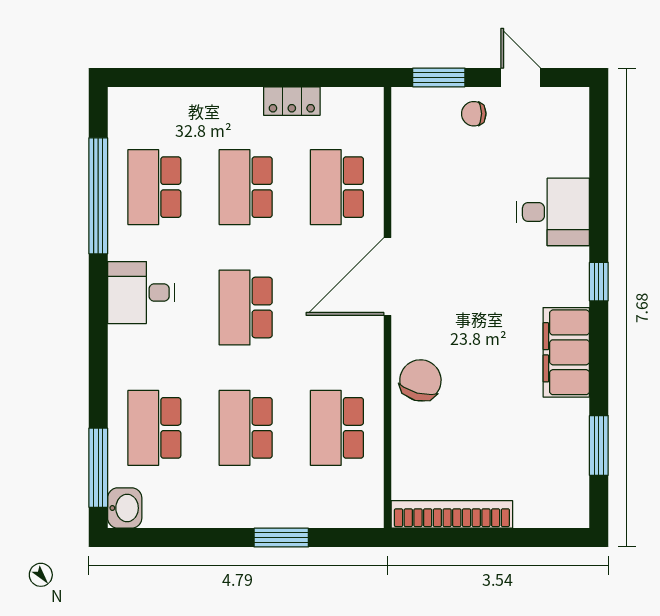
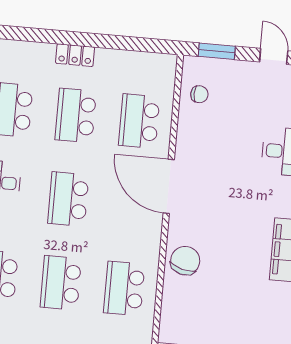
locker: (292, 101) -> (75, 55), moved
chair: (474, 114) -> (199, 94), moved, turned 180
door: (387, 276) -> (169, 186), hinge flipped

